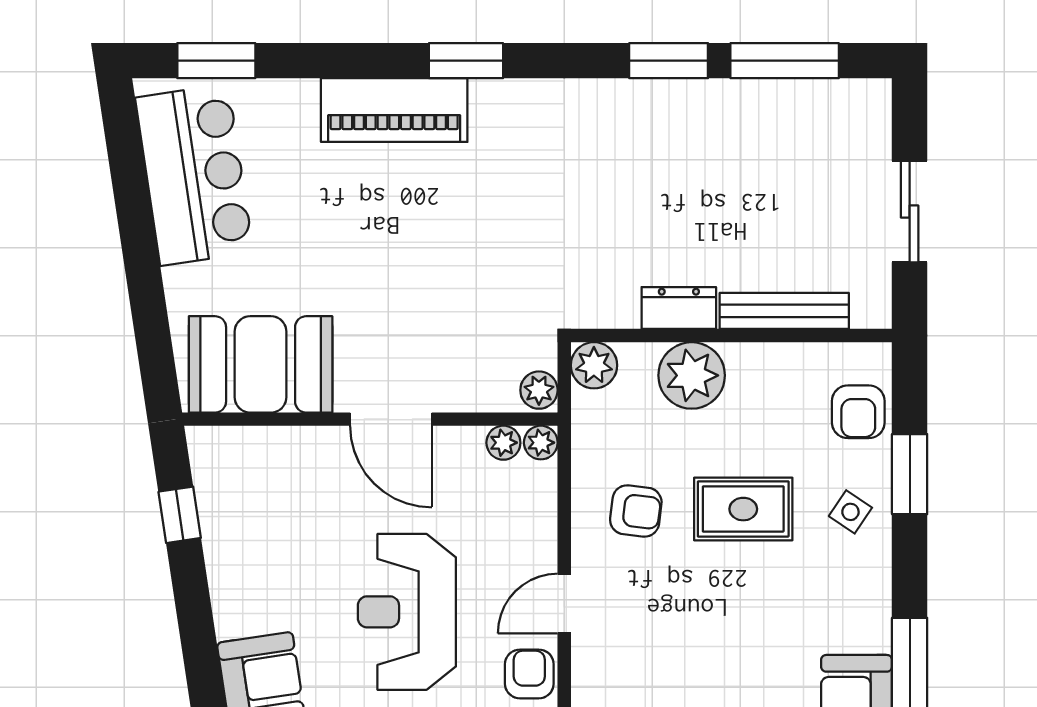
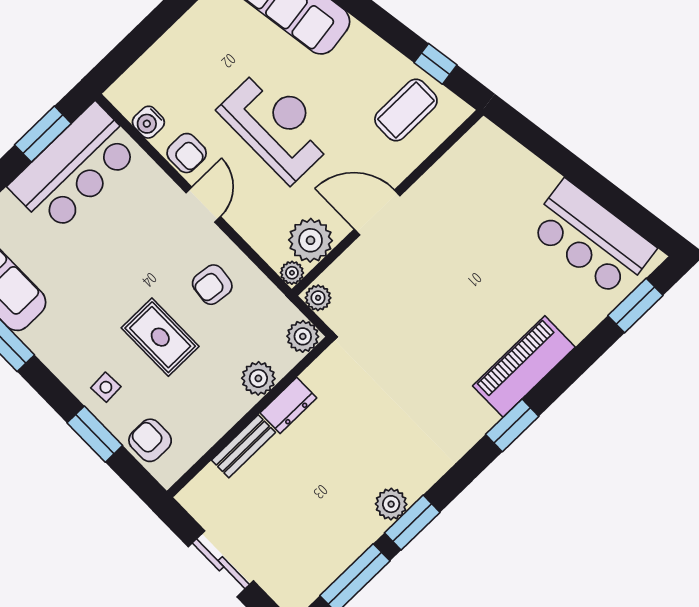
plant: (672, 101) -> (391, 504), added
bench: (784, 311) -> (244, 446), width x0.73
booth: (261, 364) -> (468, 177), removed
plant: (692, 375) -> (258, 378), width x0.73, depth x0.73
plant: (503, 443) -> (311, 240), width x1.87, depth x1.87
coffee table: (257, 497) -> (406, 110), added
rug: (743, 509) -> (160, 337), turned 90
side table: (850, 512) -> (106, 387), turned -37

